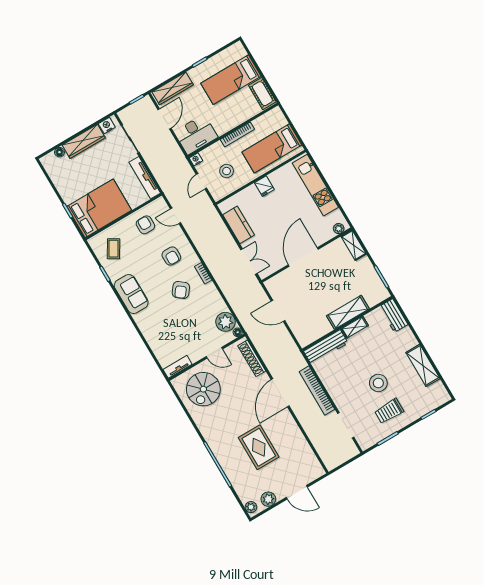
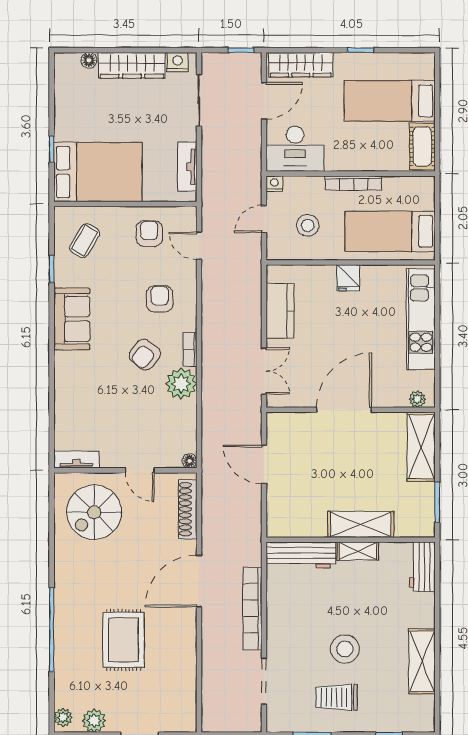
tv unit: (145, 178) -> (187, 167), width x0.71
shelving: (354, 245) -> (421, 447), width x1.50, depth x1.33
armchair: (171, 256) -> (160, 299), turned 180
plant: (226, 322) -> (181, 384), moved

